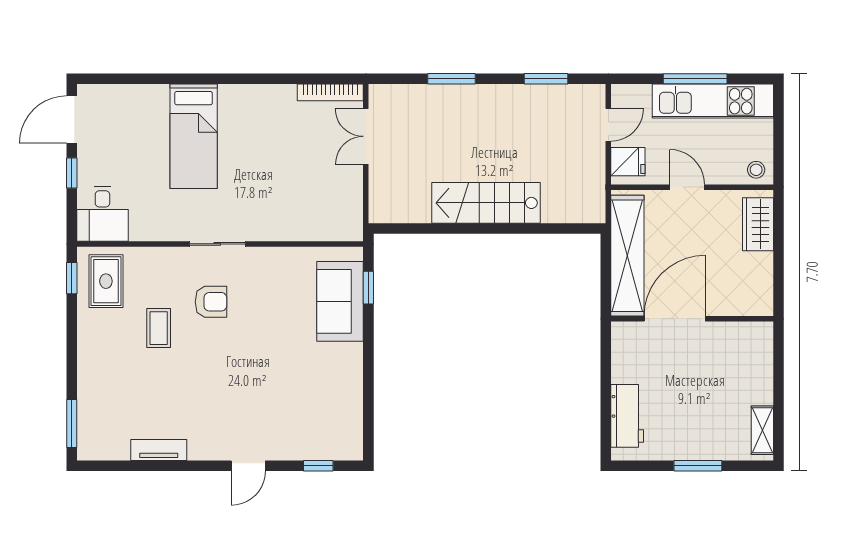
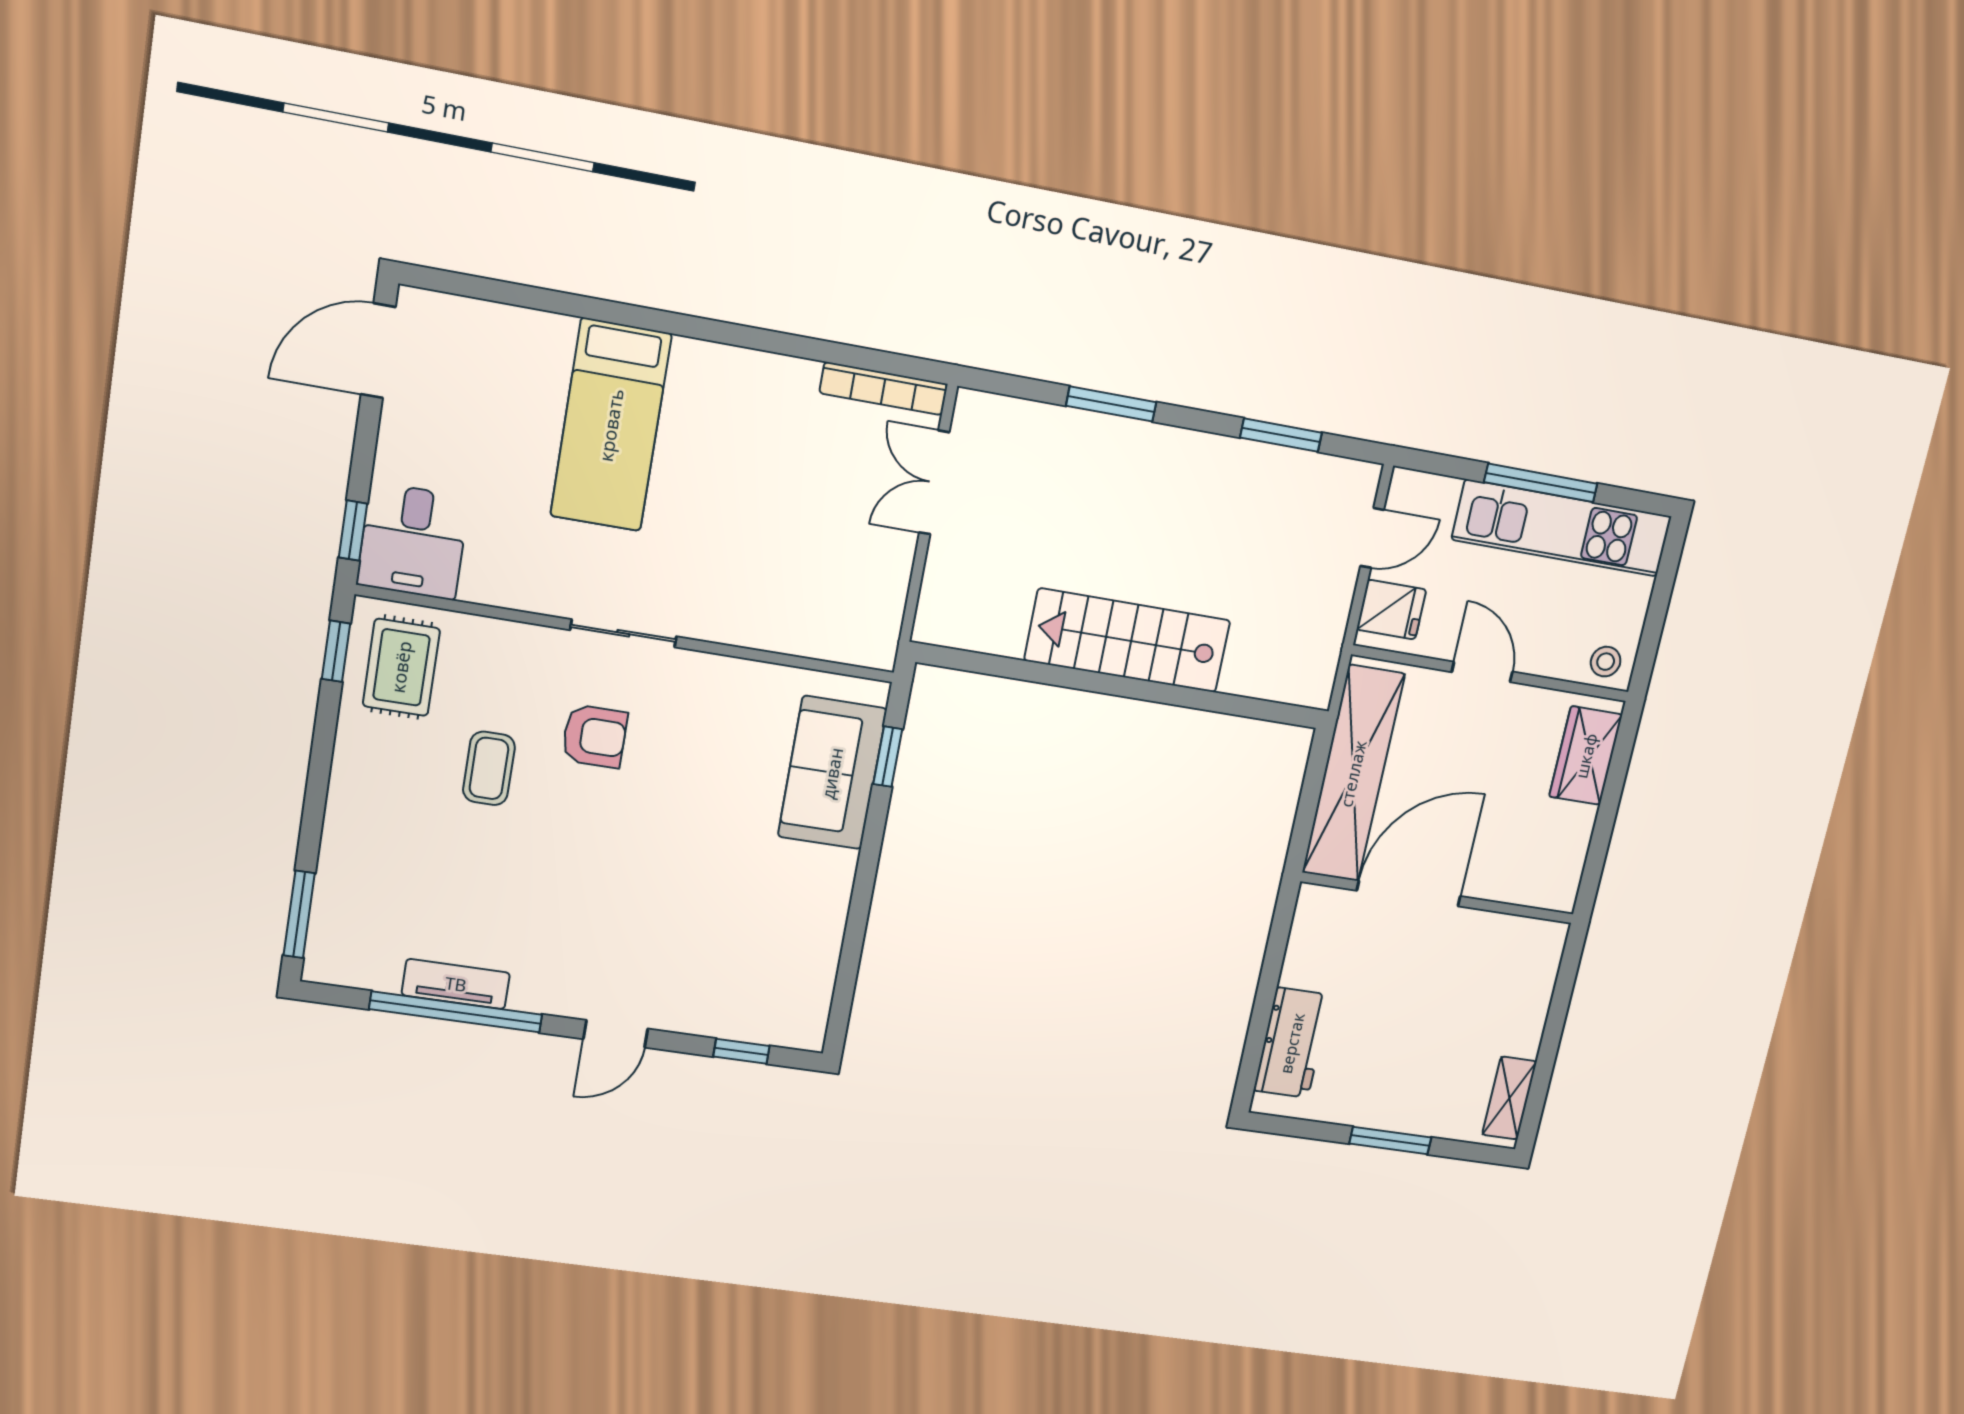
window: (72, 173) -> (353, 531), moved
window: (161, 466) -> (456, 1012), added

